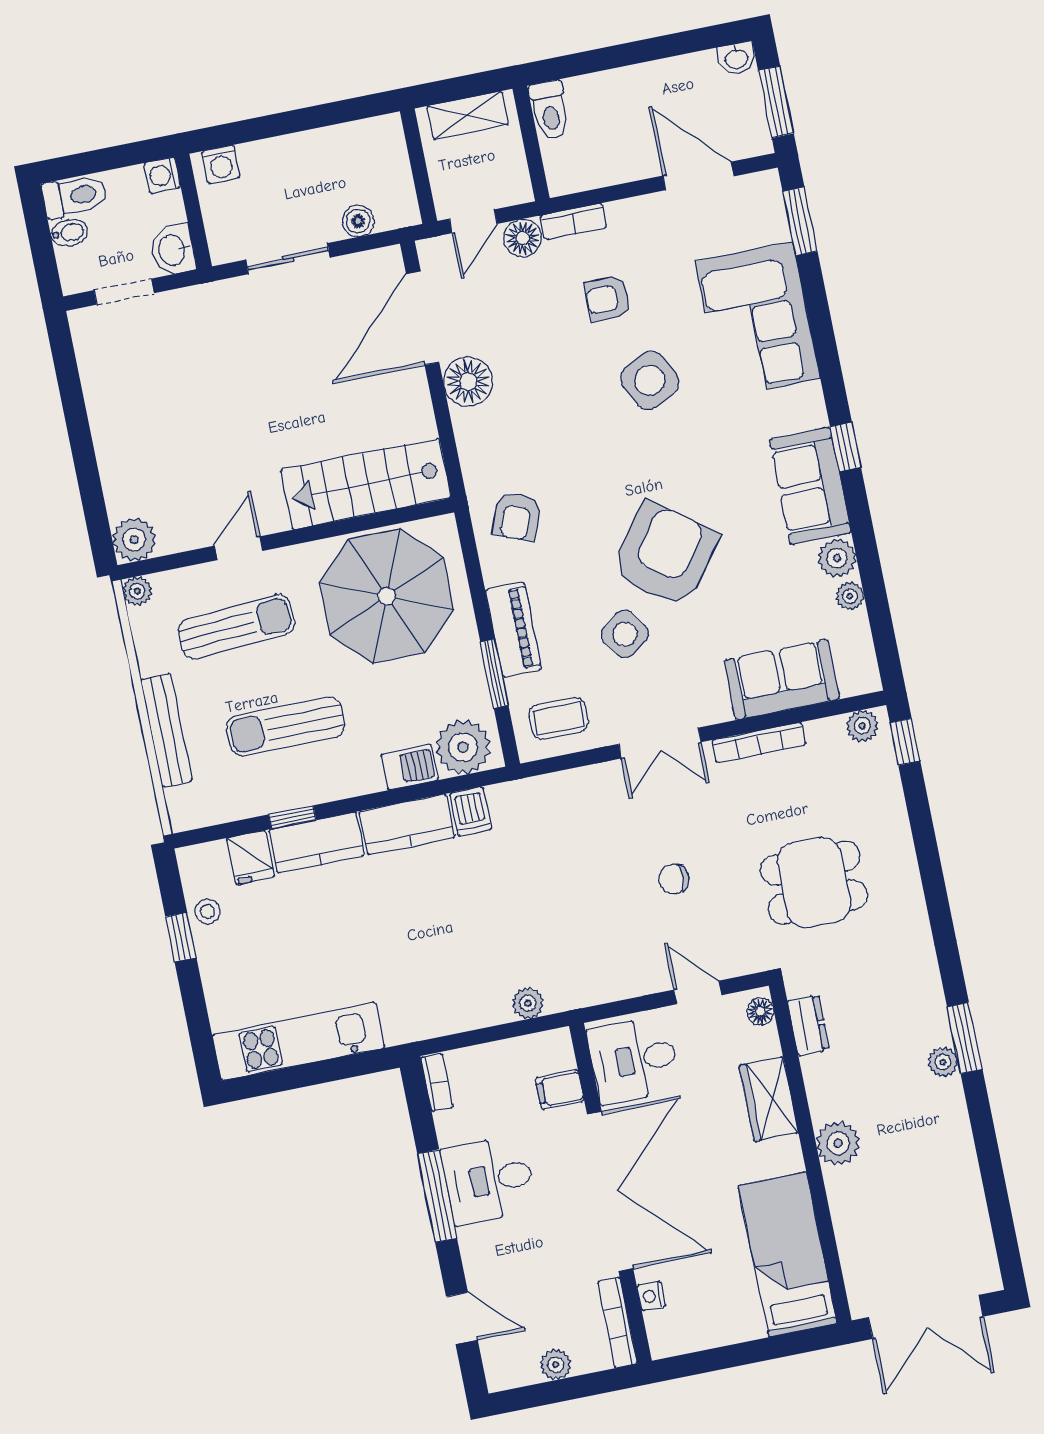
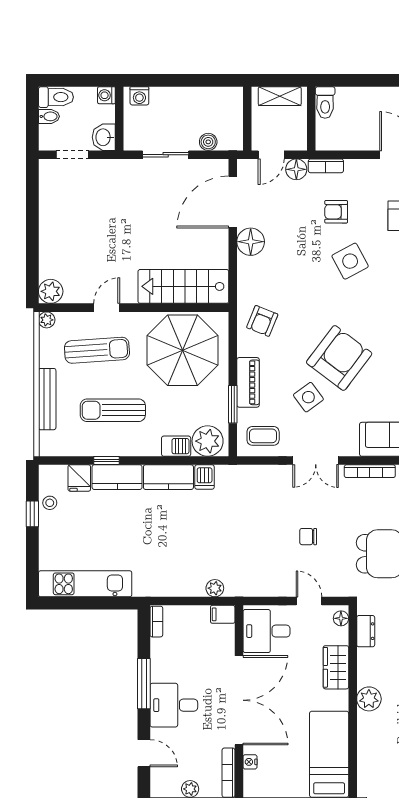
filing cabinet: (560, 1089) -> (223, 614), moved
desk: (489, 1180) -> (174, 705), moved

